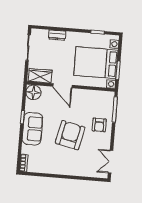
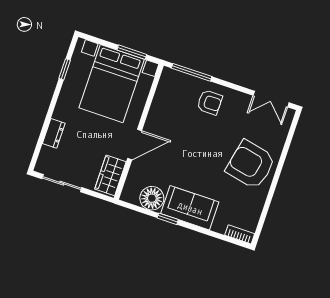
floor lamp: (33, 92) -> (152, 198), moved
armchair: (70, 135) -> (251, 165), moved

